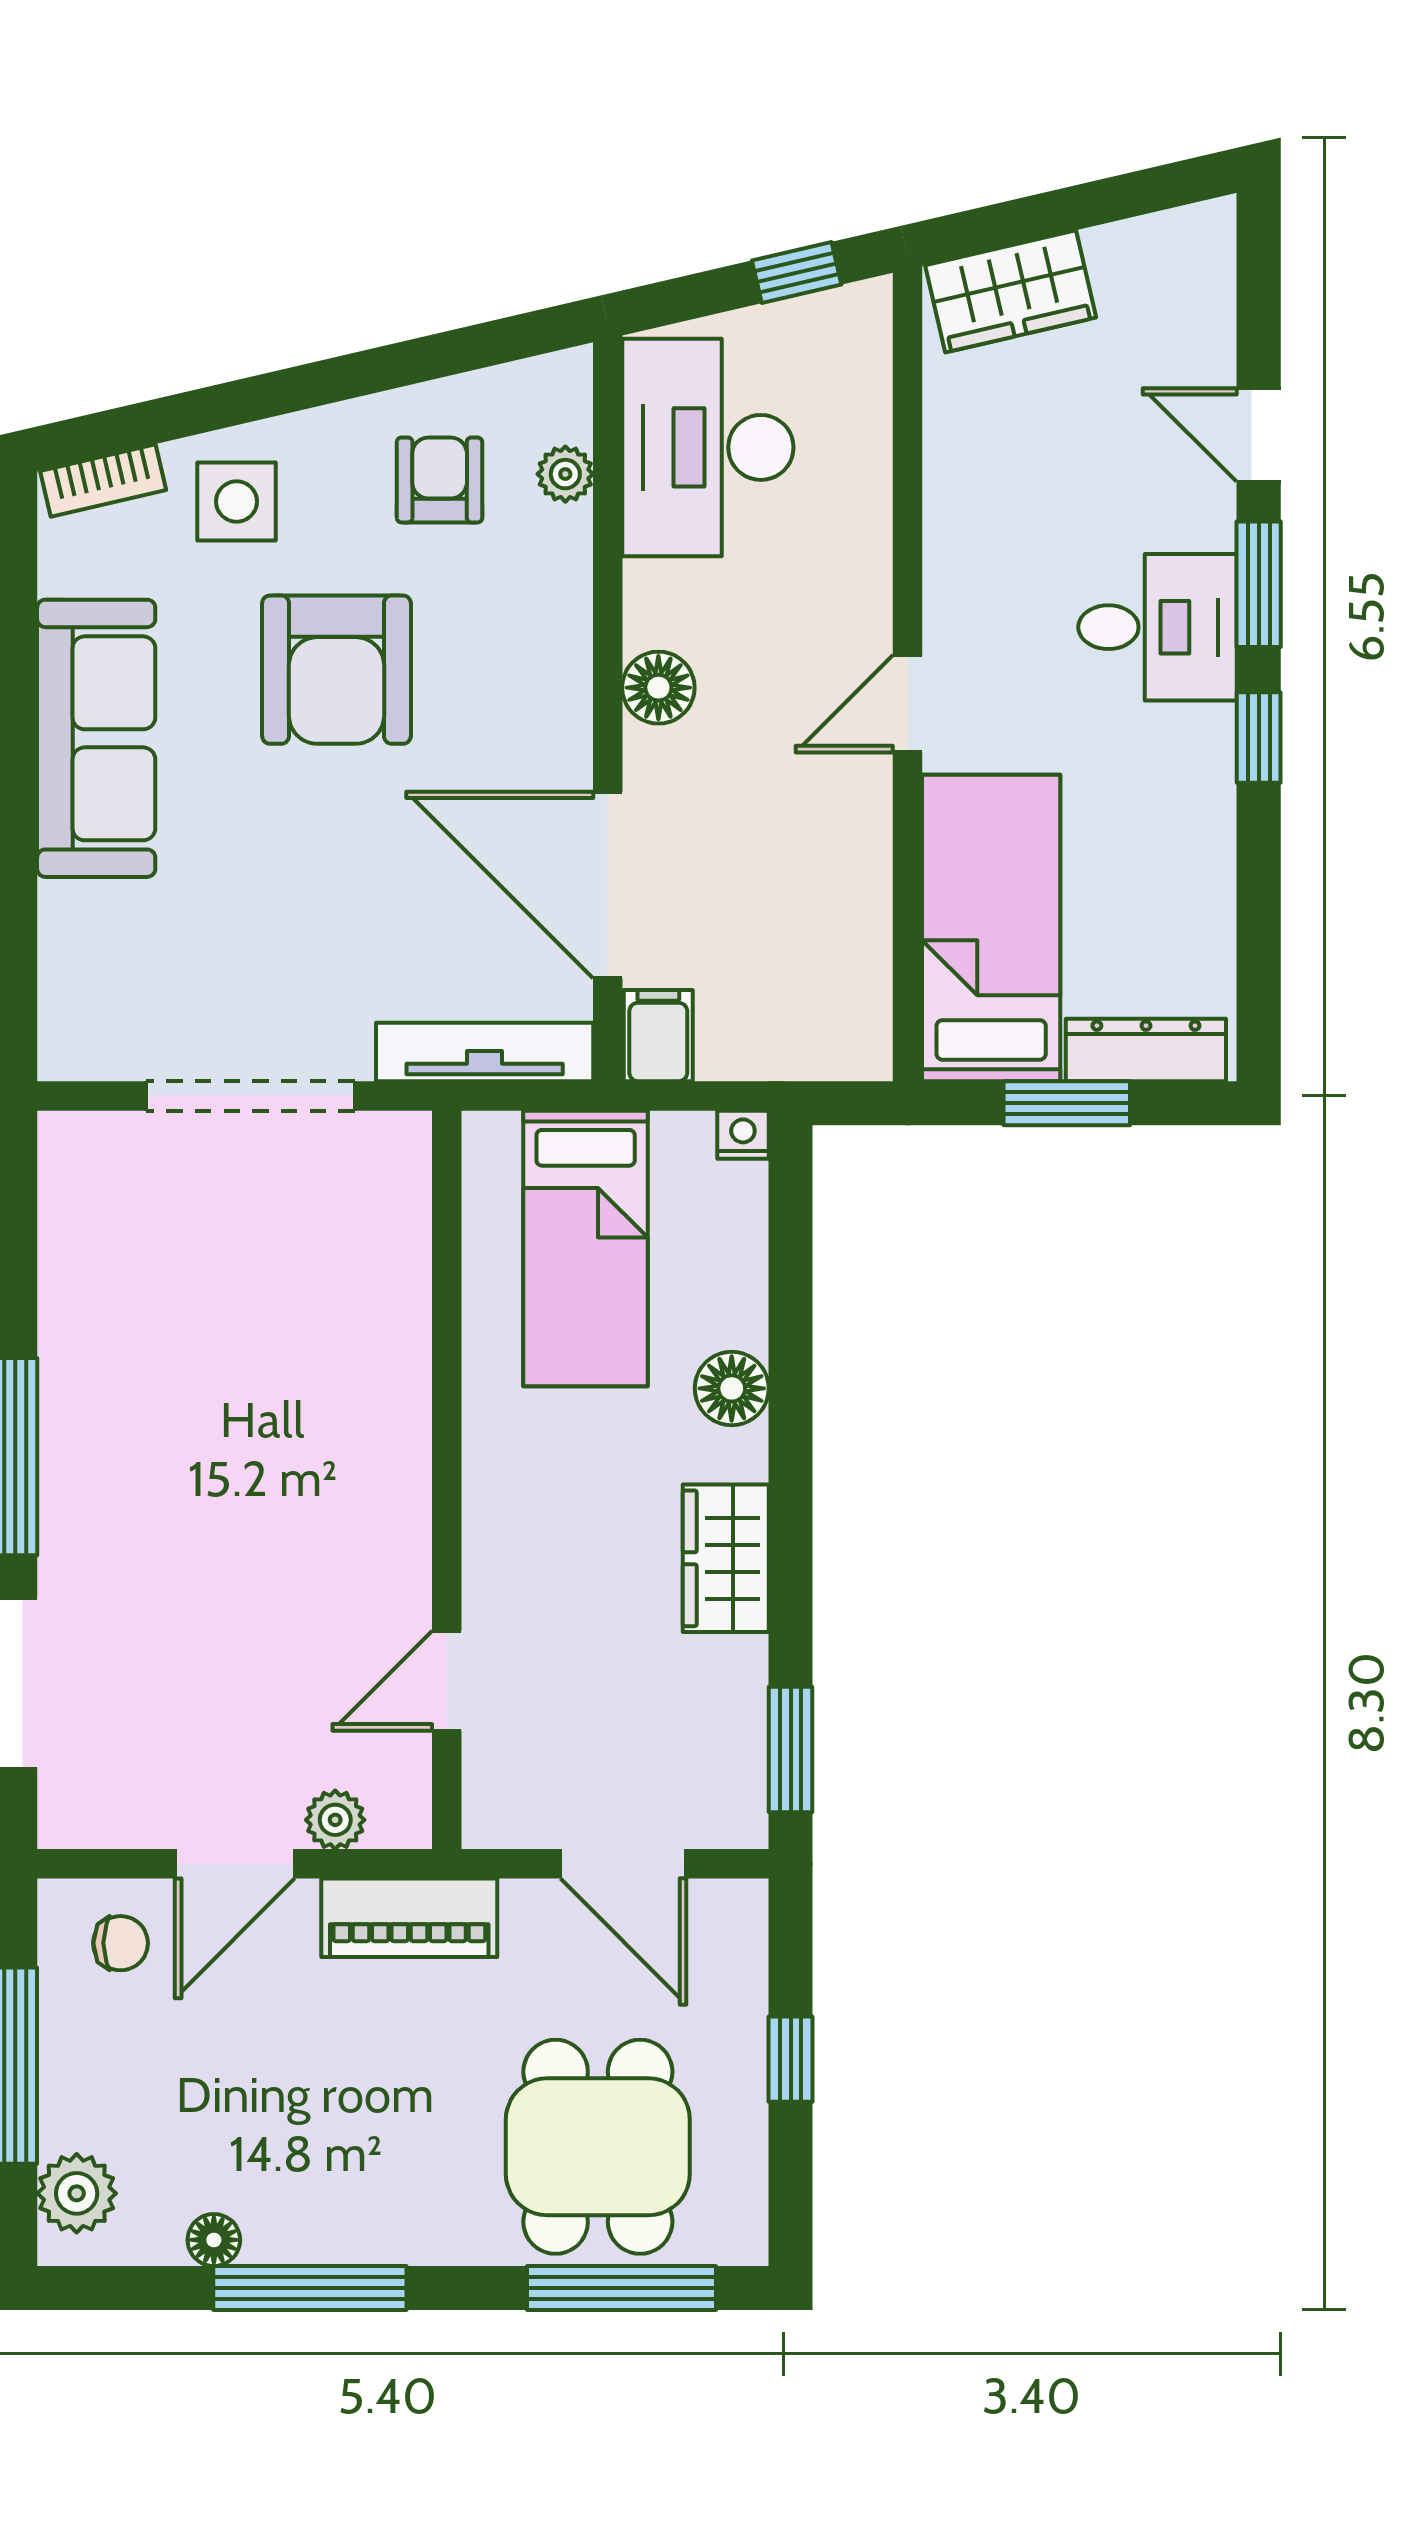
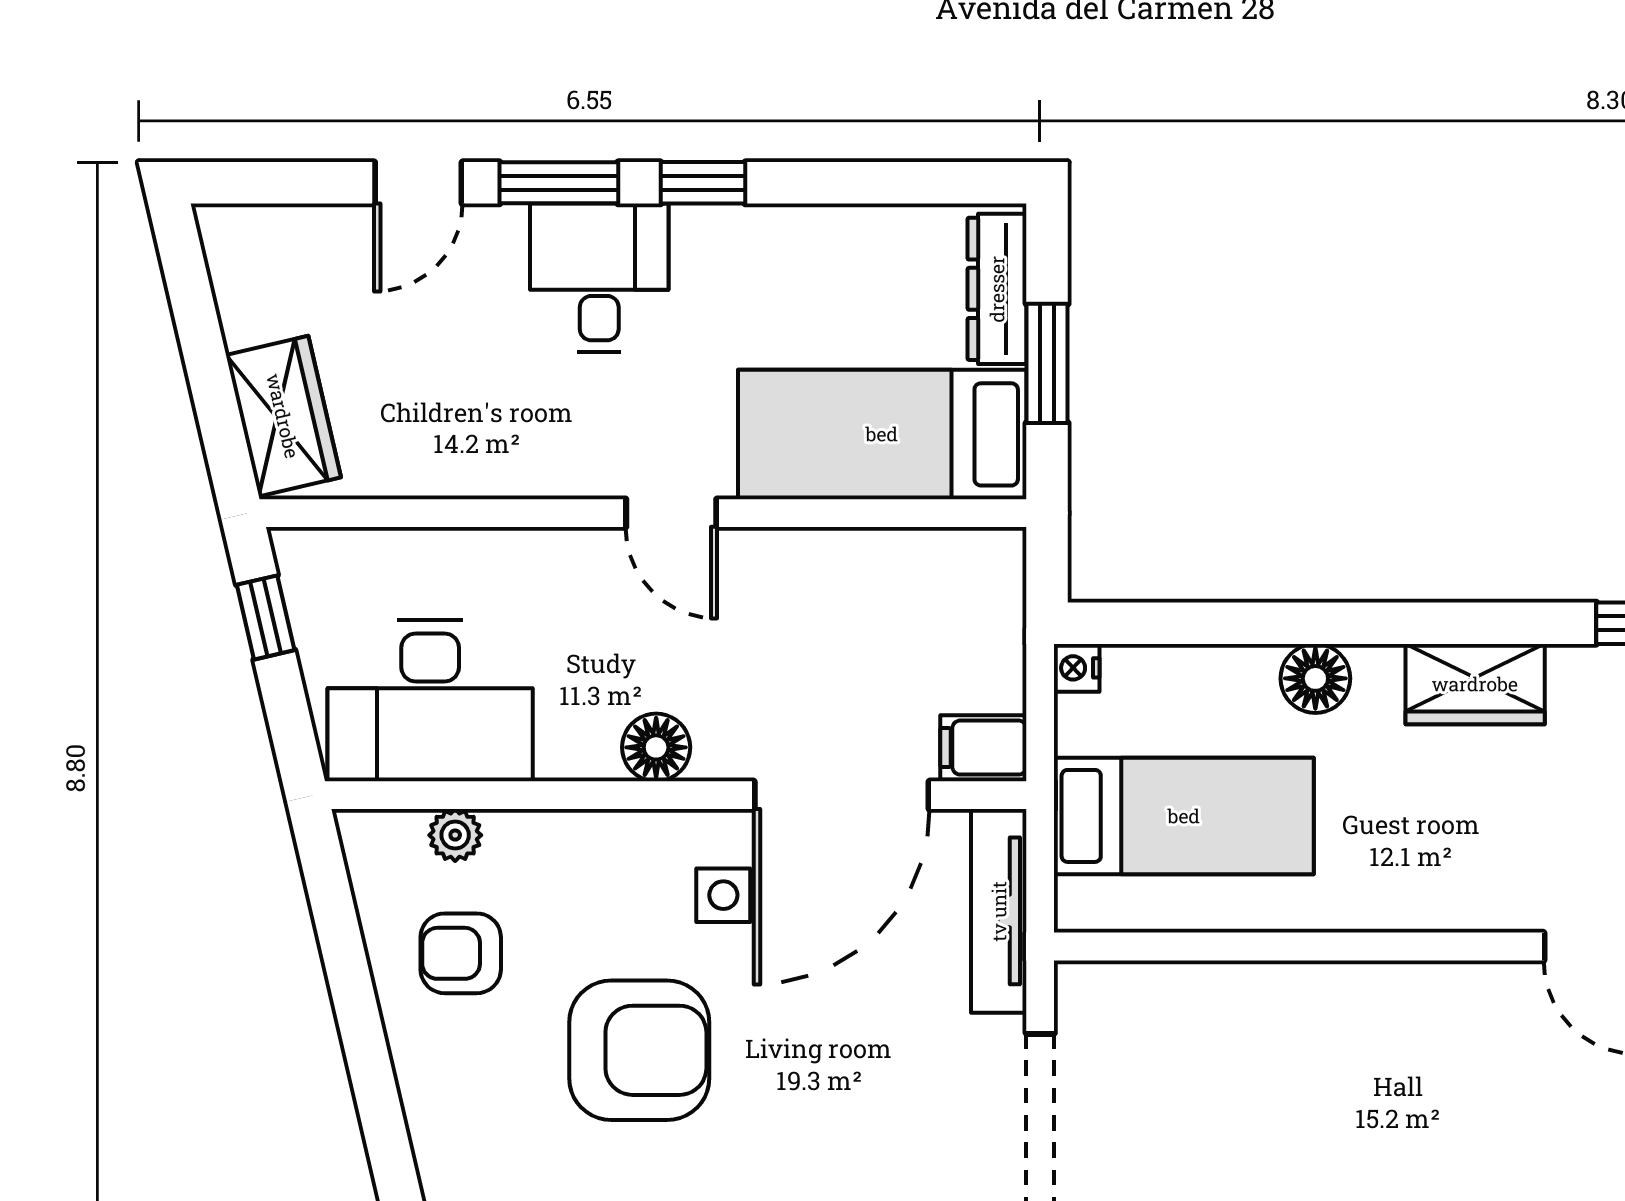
side table: (237, 502) -> (723, 895), moved, width x0.73, depth x0.73

